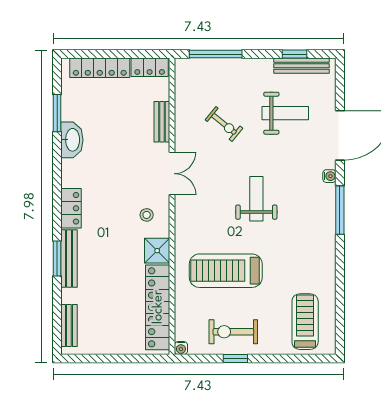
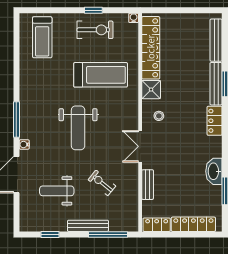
bench: (302, 66) -> (88, 226), moved
weight bench: (256, 199) -> (78, 128), width x1.36, depth x1.33
bench: (69, 325) -> (216, 40), width x1.36

